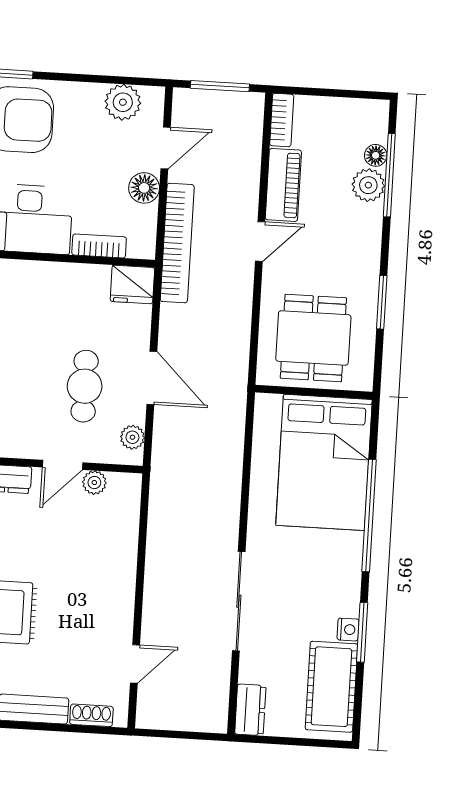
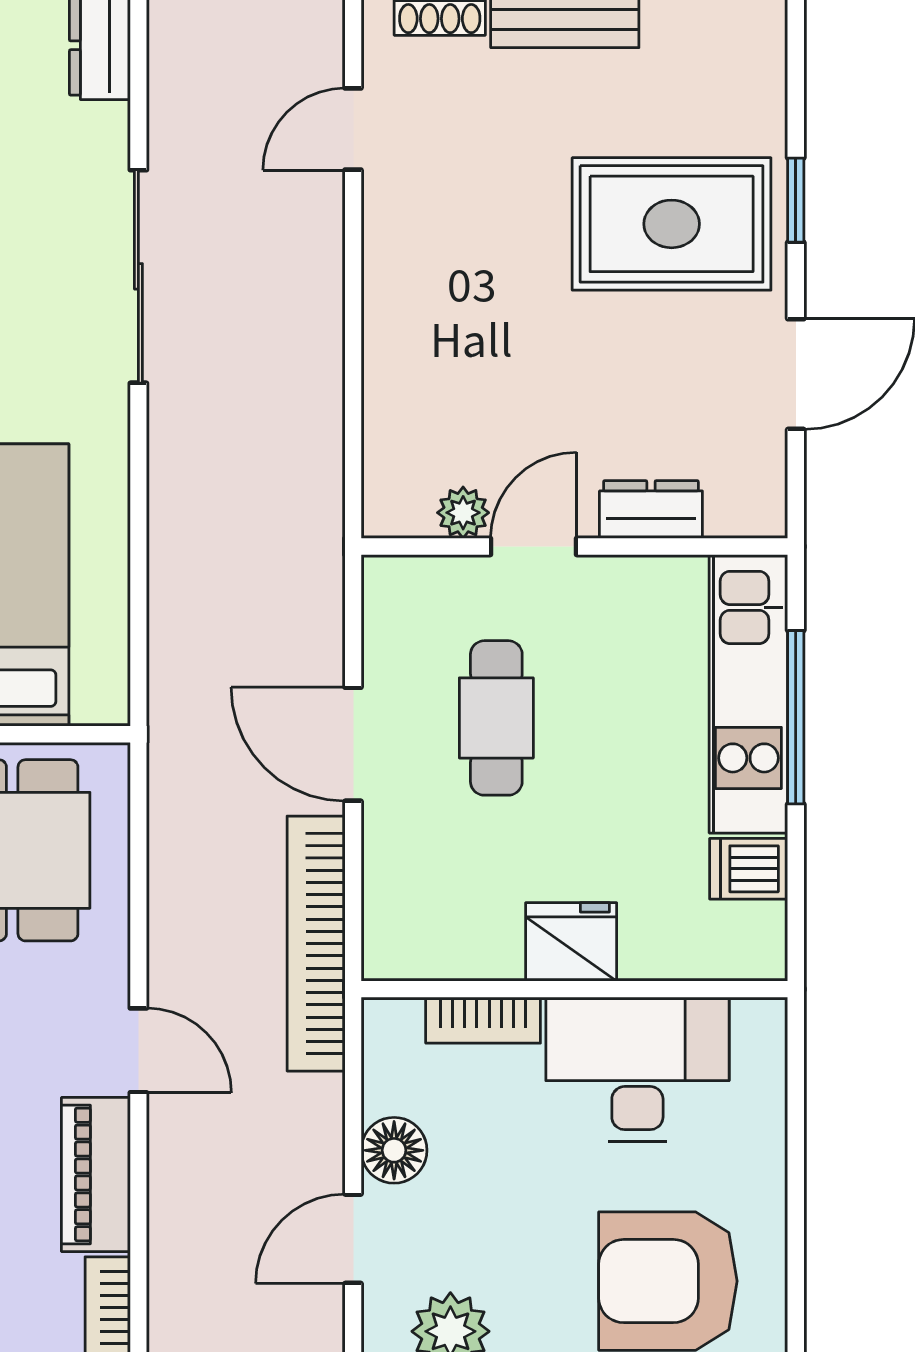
door: (260, 241) -> (138, 1050), swing flipped
bookcase: (177, 243) -> (316, 944), moved
fridge: (132, 285) -> (571, 942), moved
plant: (132, 437) -> (387, 615), removed

